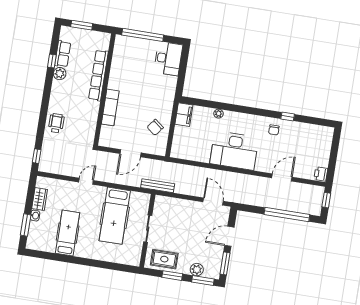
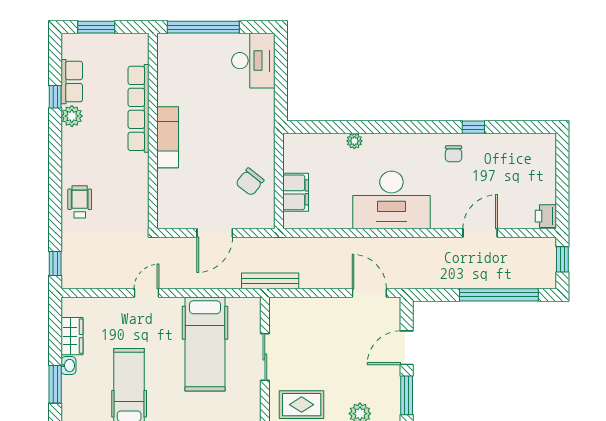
exam couch: (110, 107) -> (168, 137), moved
filing cabinet: (184, 115) -> (296, 192), moved

